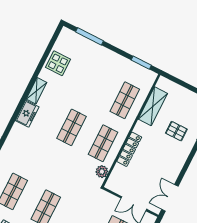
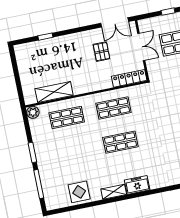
window: (141, 63) -> (32, 152), moved
pallet: (176, 131) -> (101, 52), moved
locker: (129, 149) -> (129, 78), moved
plant: (102, 172) -> (33, 112), moved

